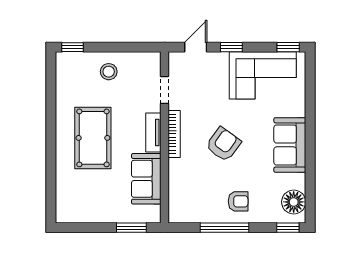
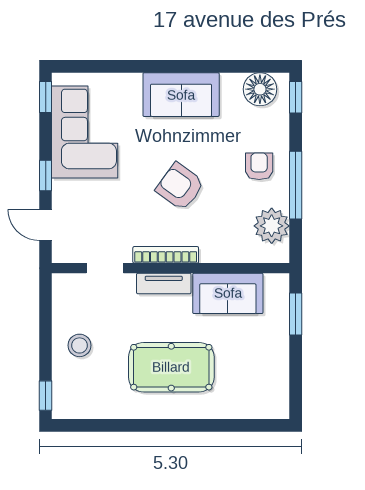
plant: (195, 210) -> (272, 226), added

